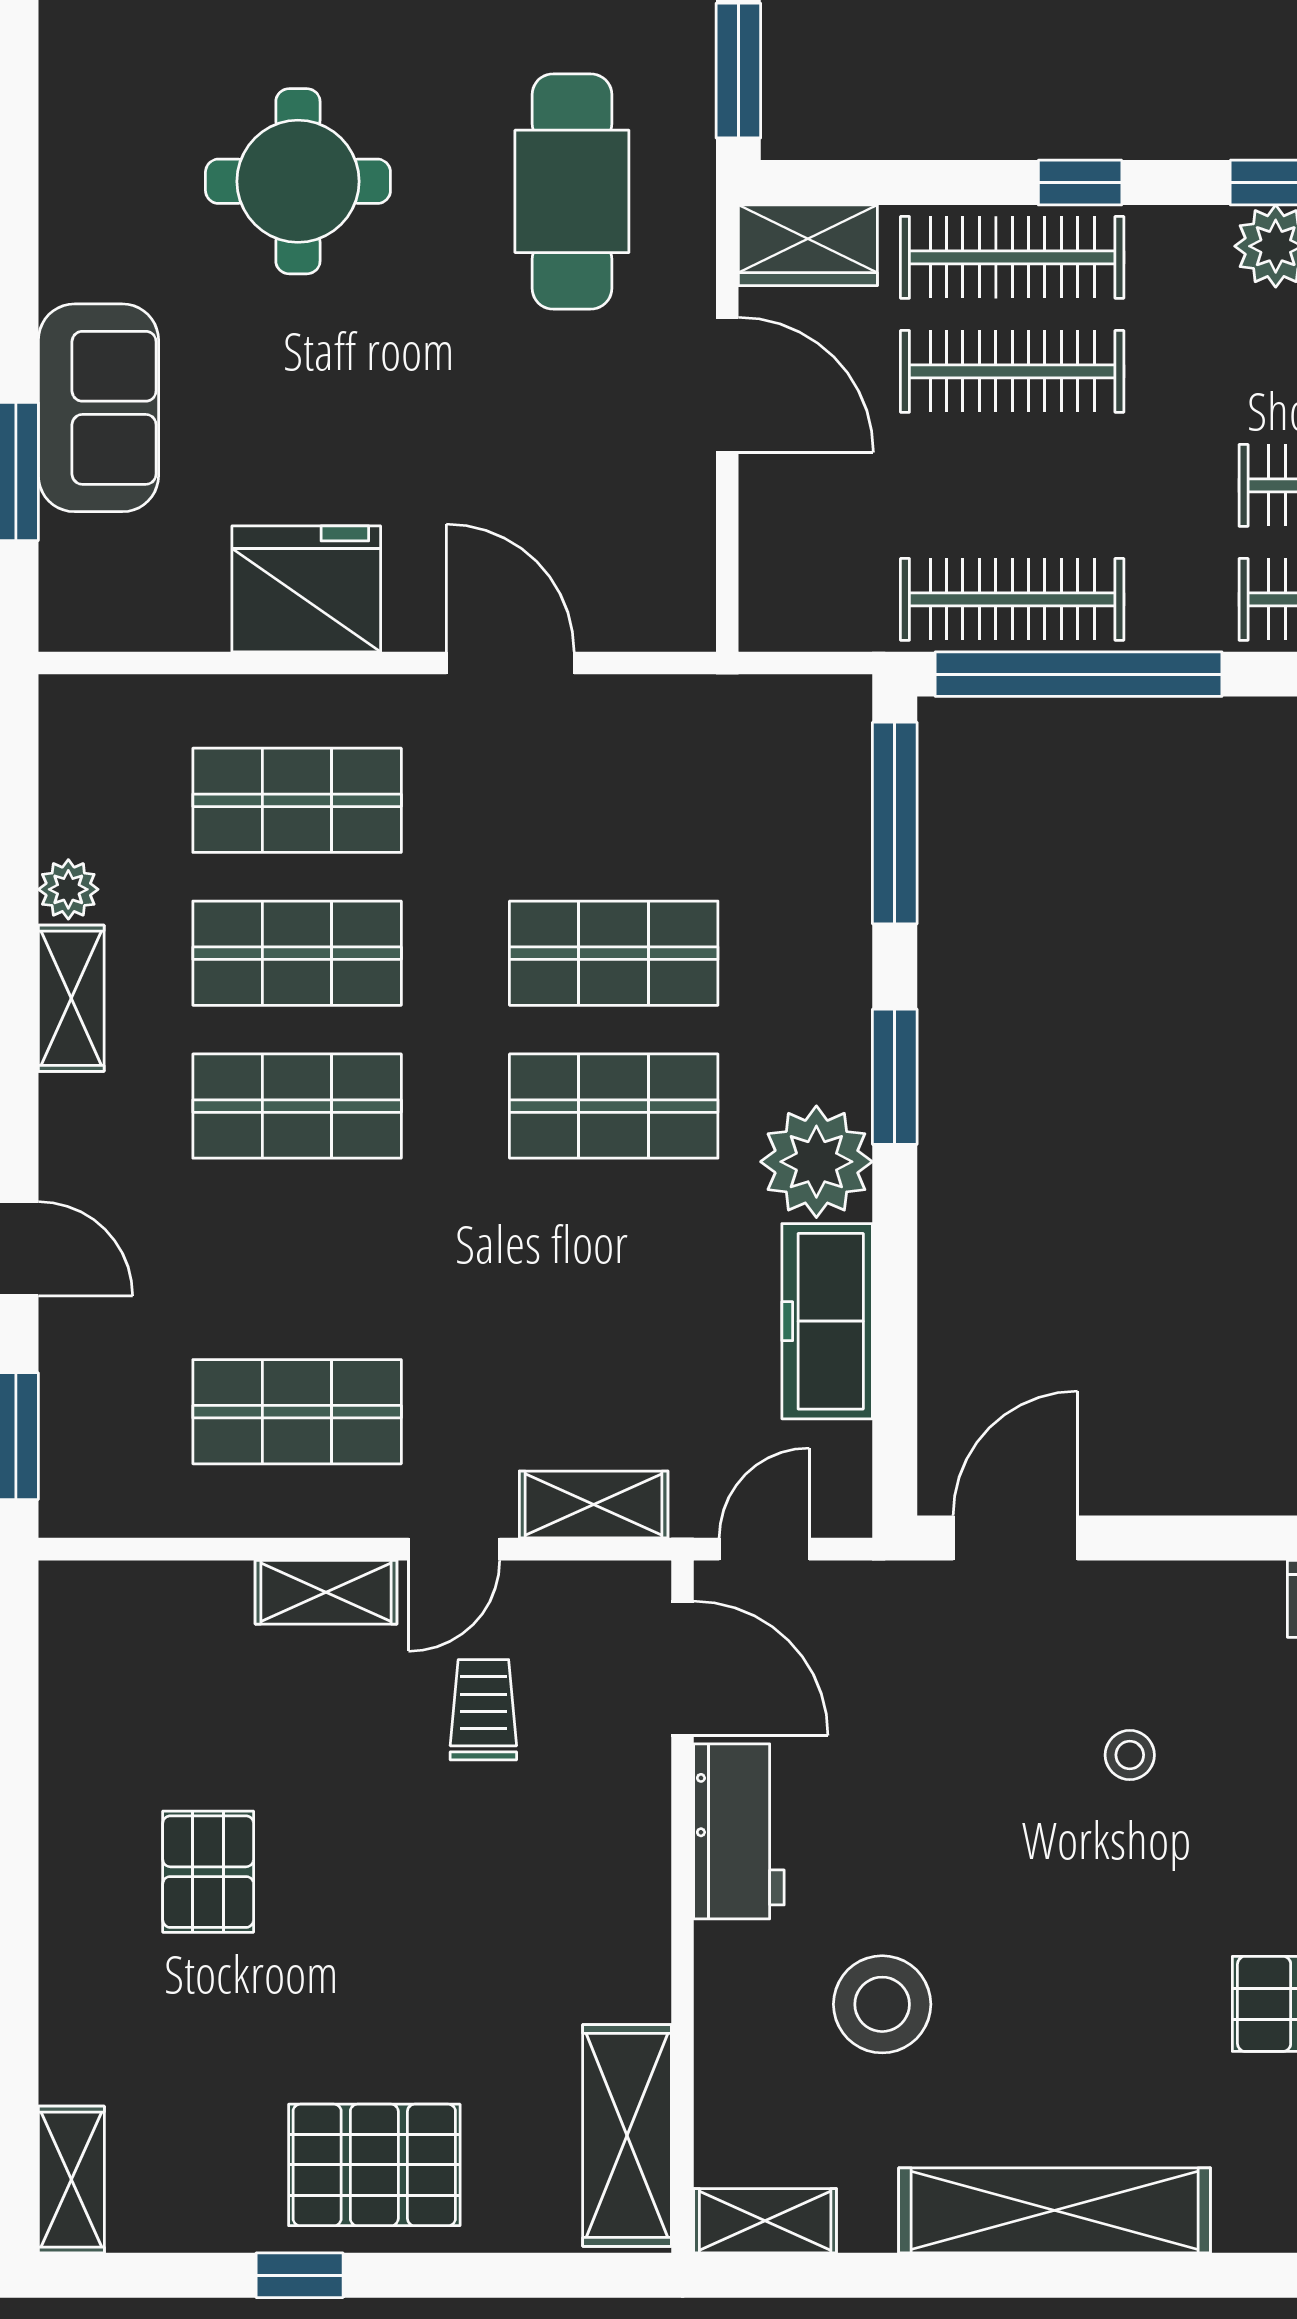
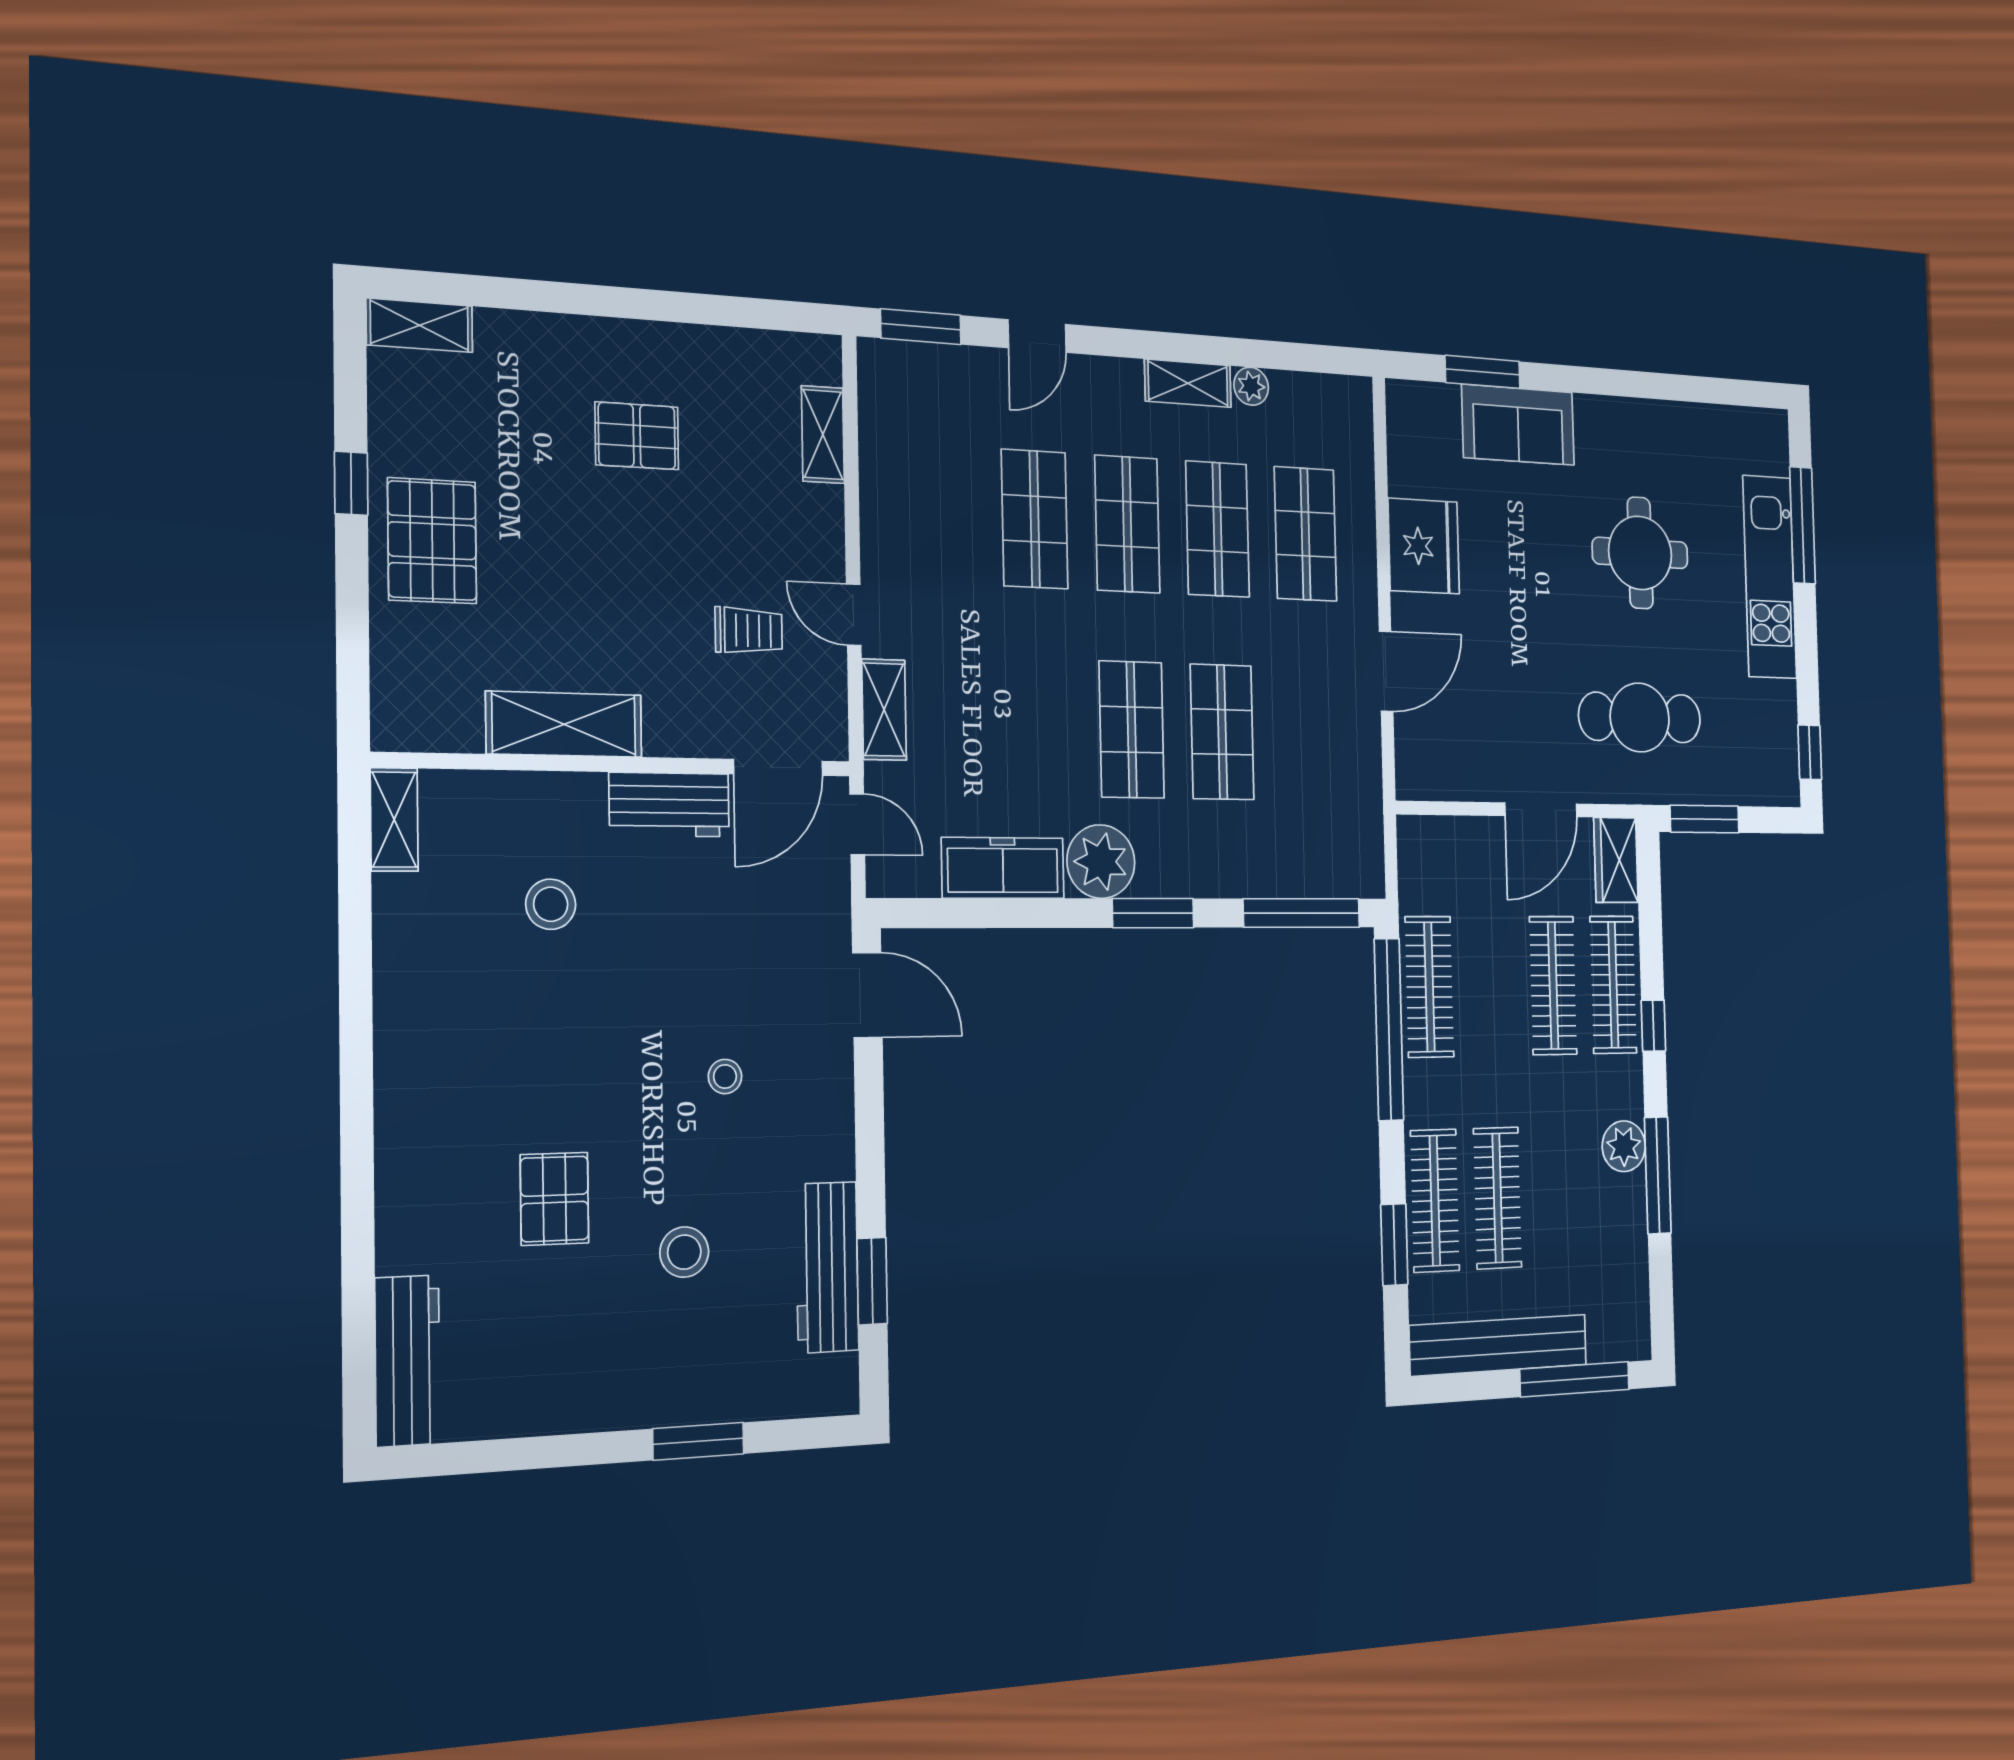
shop shelf: (297, 1412) -> (1035, 519), moved
shelving: (326, 1592) -> (823, 435), moved
stool: (882, 2004) -> (551, 904), width x0.73, depth x0.73
shelving: (627, 2135) -> (564, 724), moved
shelving: (1055, 2210) -> (404, 1029), removed

